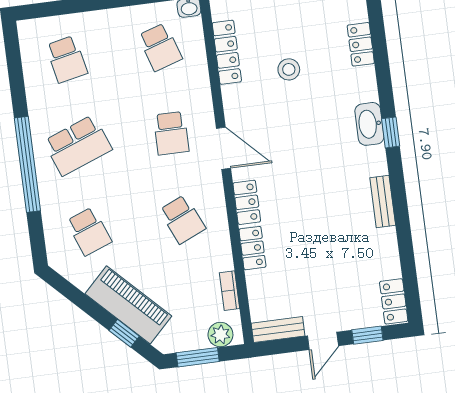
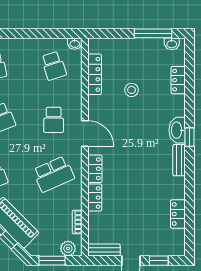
bench: (383, 202) -> (179, 160), moved
school desk: (182, 219) -> (54, 174), width x1.85
locker: (394, 301) -> (178, 214), moved

